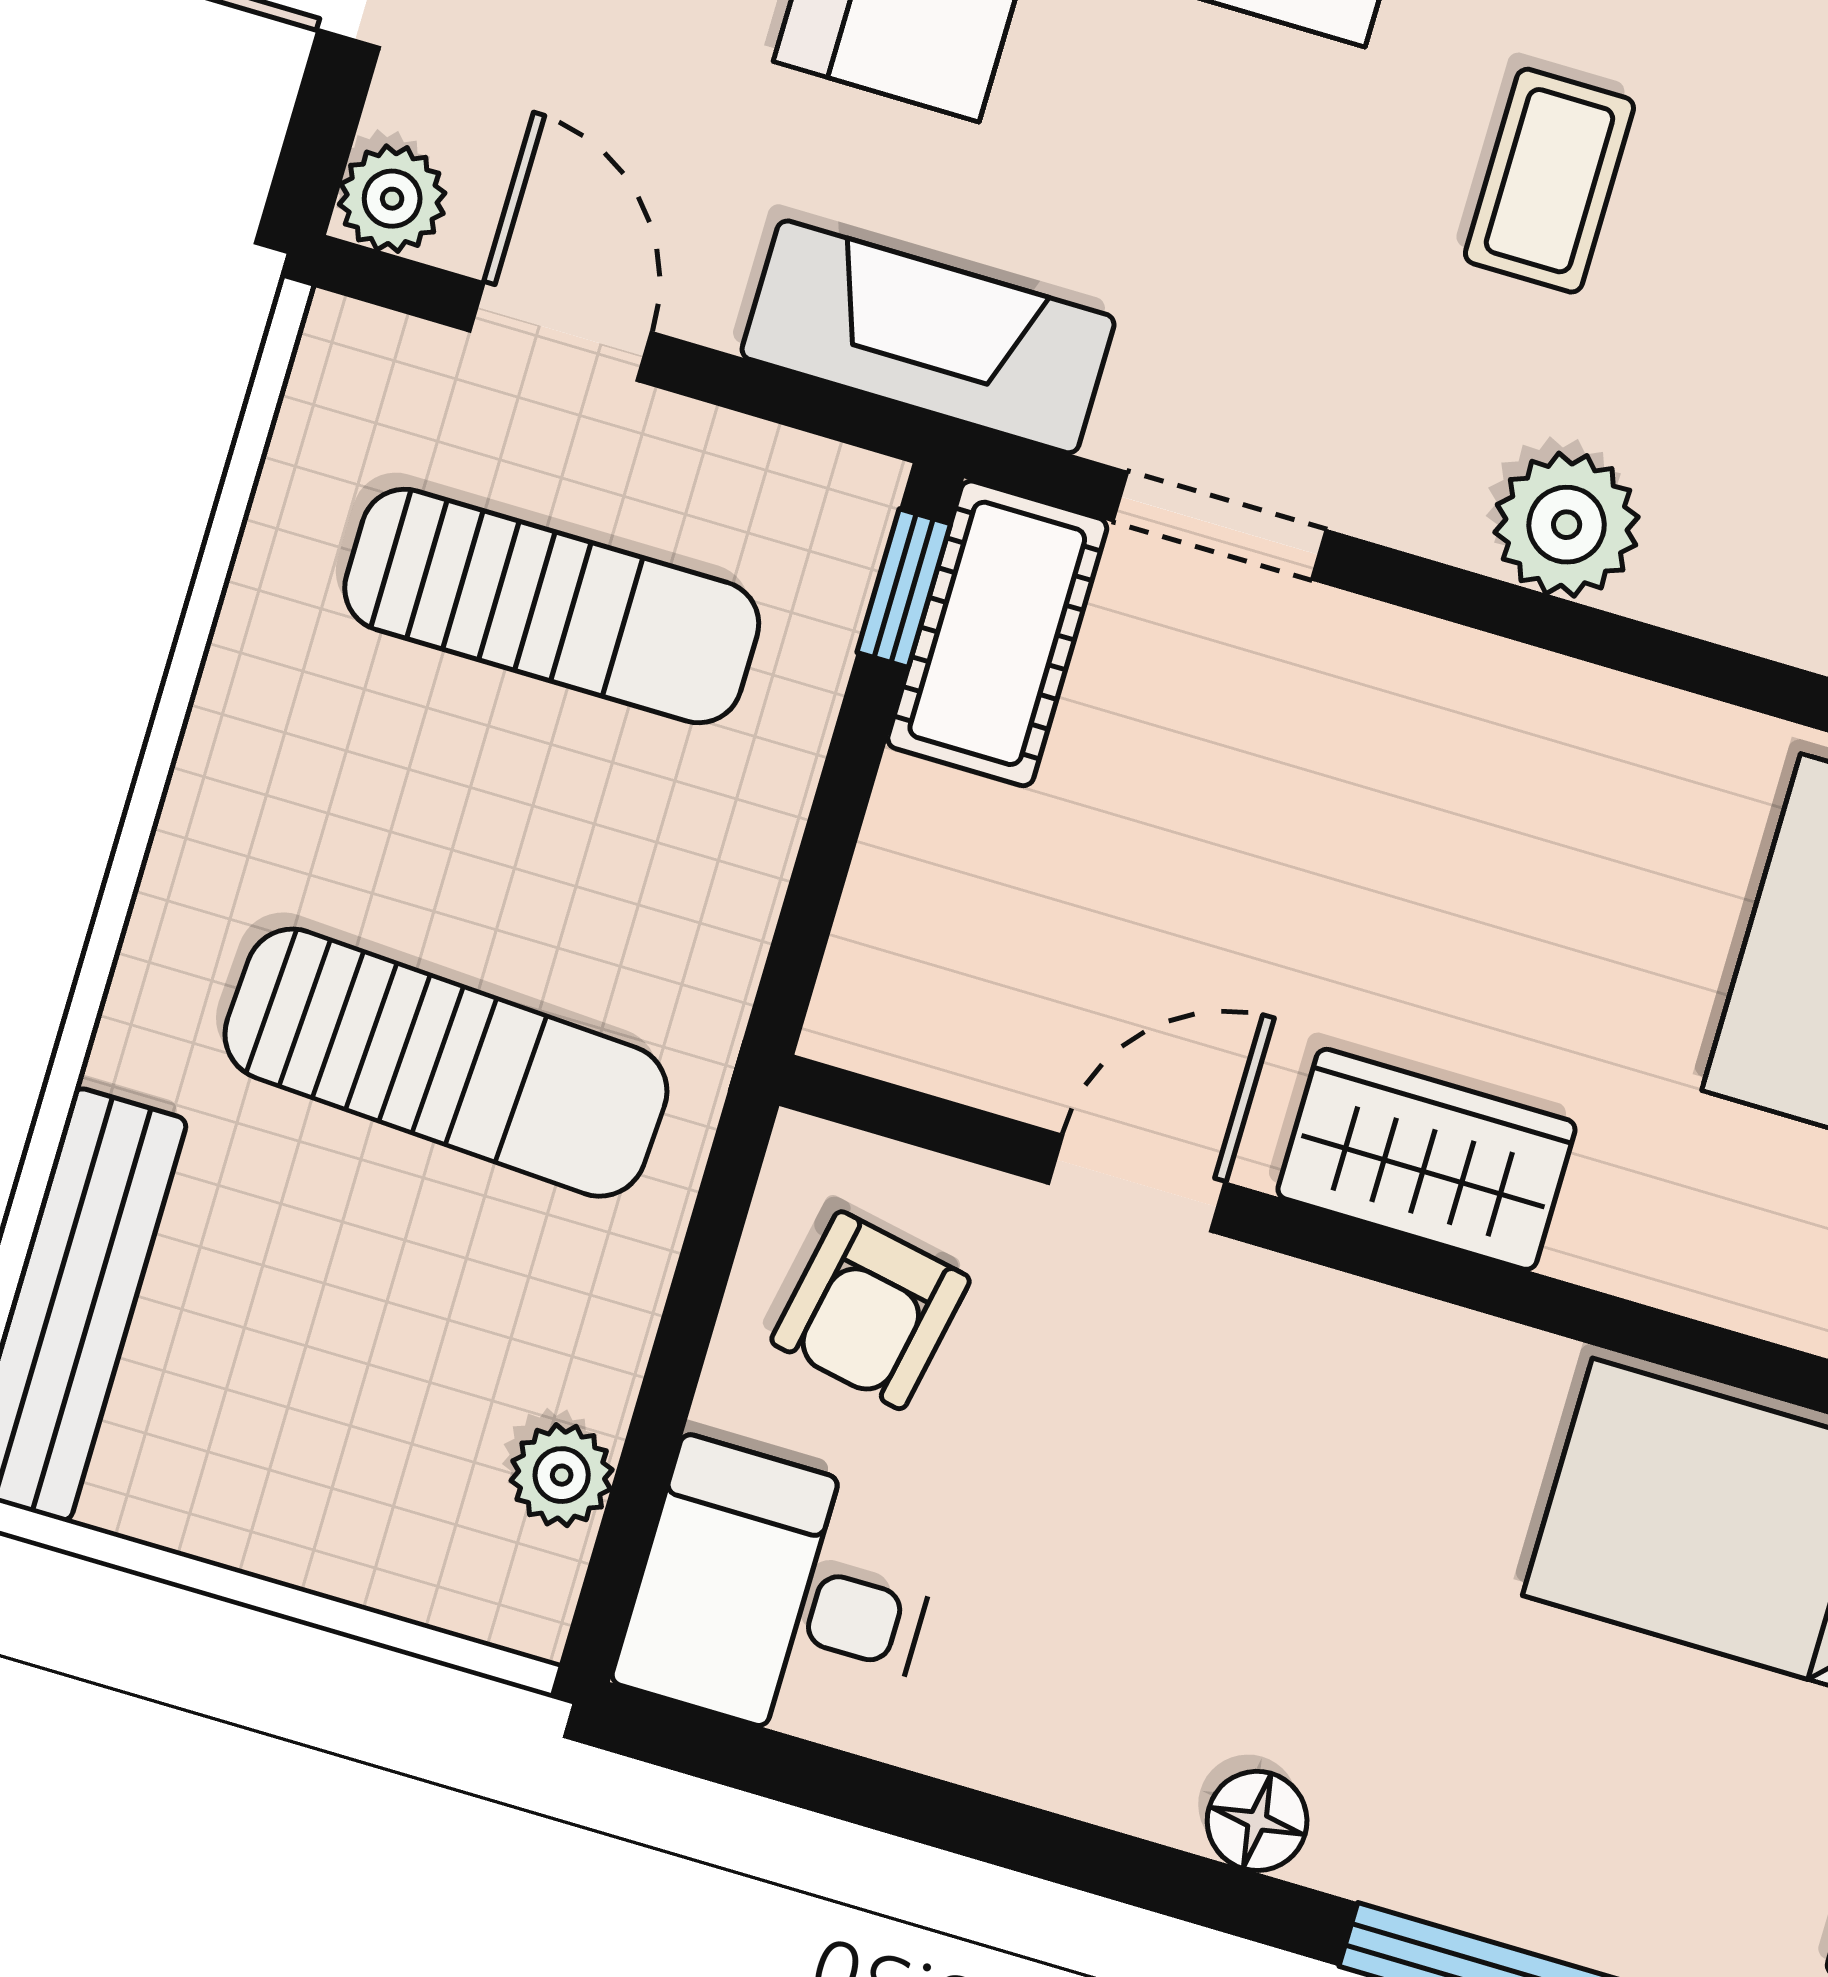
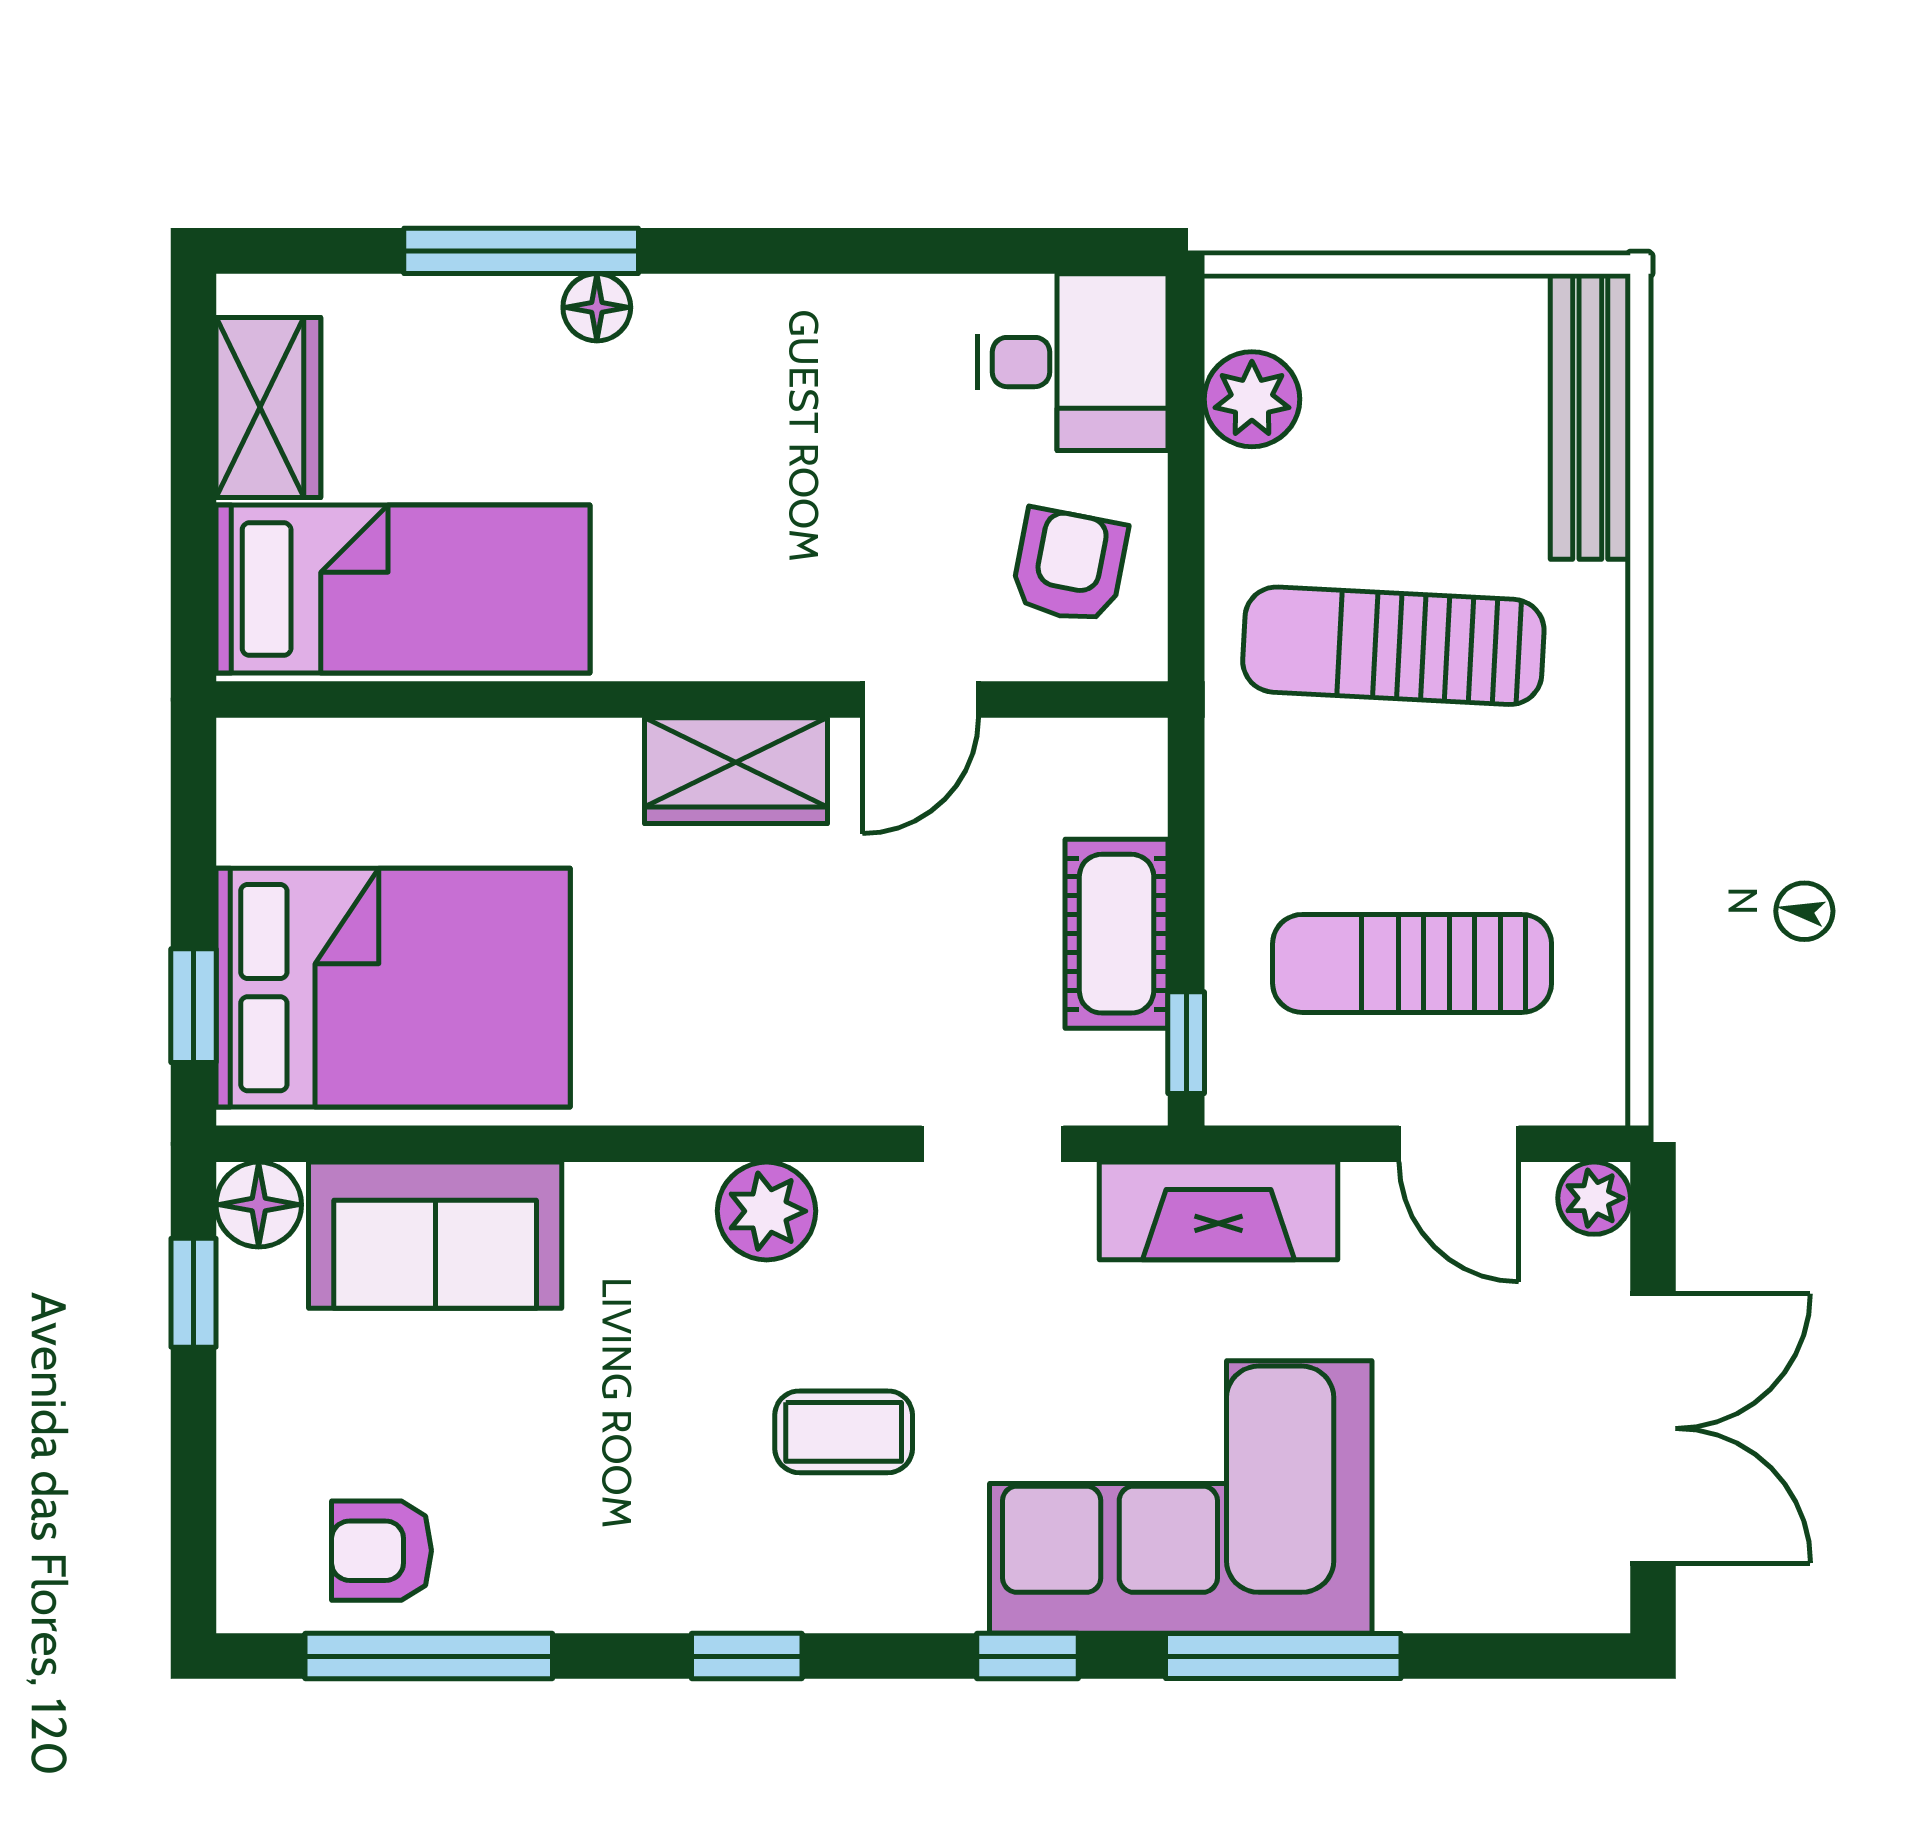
coffee table: (1549, 181) -> (844, 1432), turned 90
cot: (997, 633) -> (1117, 934), moved
plant: (562, 1475) -> (1252, 399), width x1.38, depth x1.38
floor lamp: (1257, 1821) -> (597, 307), moved

